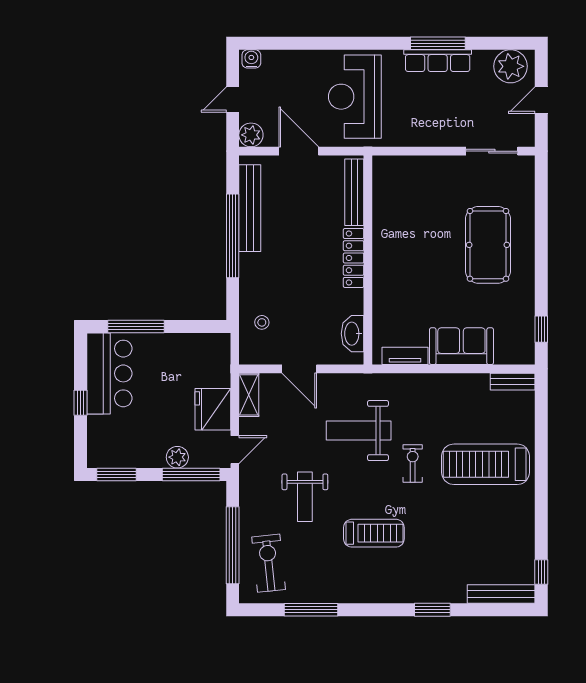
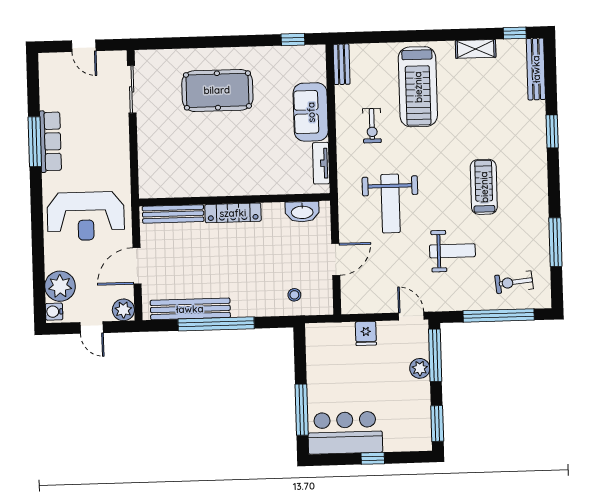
plant: (511, 66) -> (60, 286), moved
shelving: (249, 395) -> (476, 49), moved
fridge: (213, 409) -> (366, 333), width x0.53, depth x0.75
exercise bike: (413, 463) -> (372, 126), moved, turned -90
exercise bike: (269, 563) -> (514, 282), width x0.73, depth x0.72

